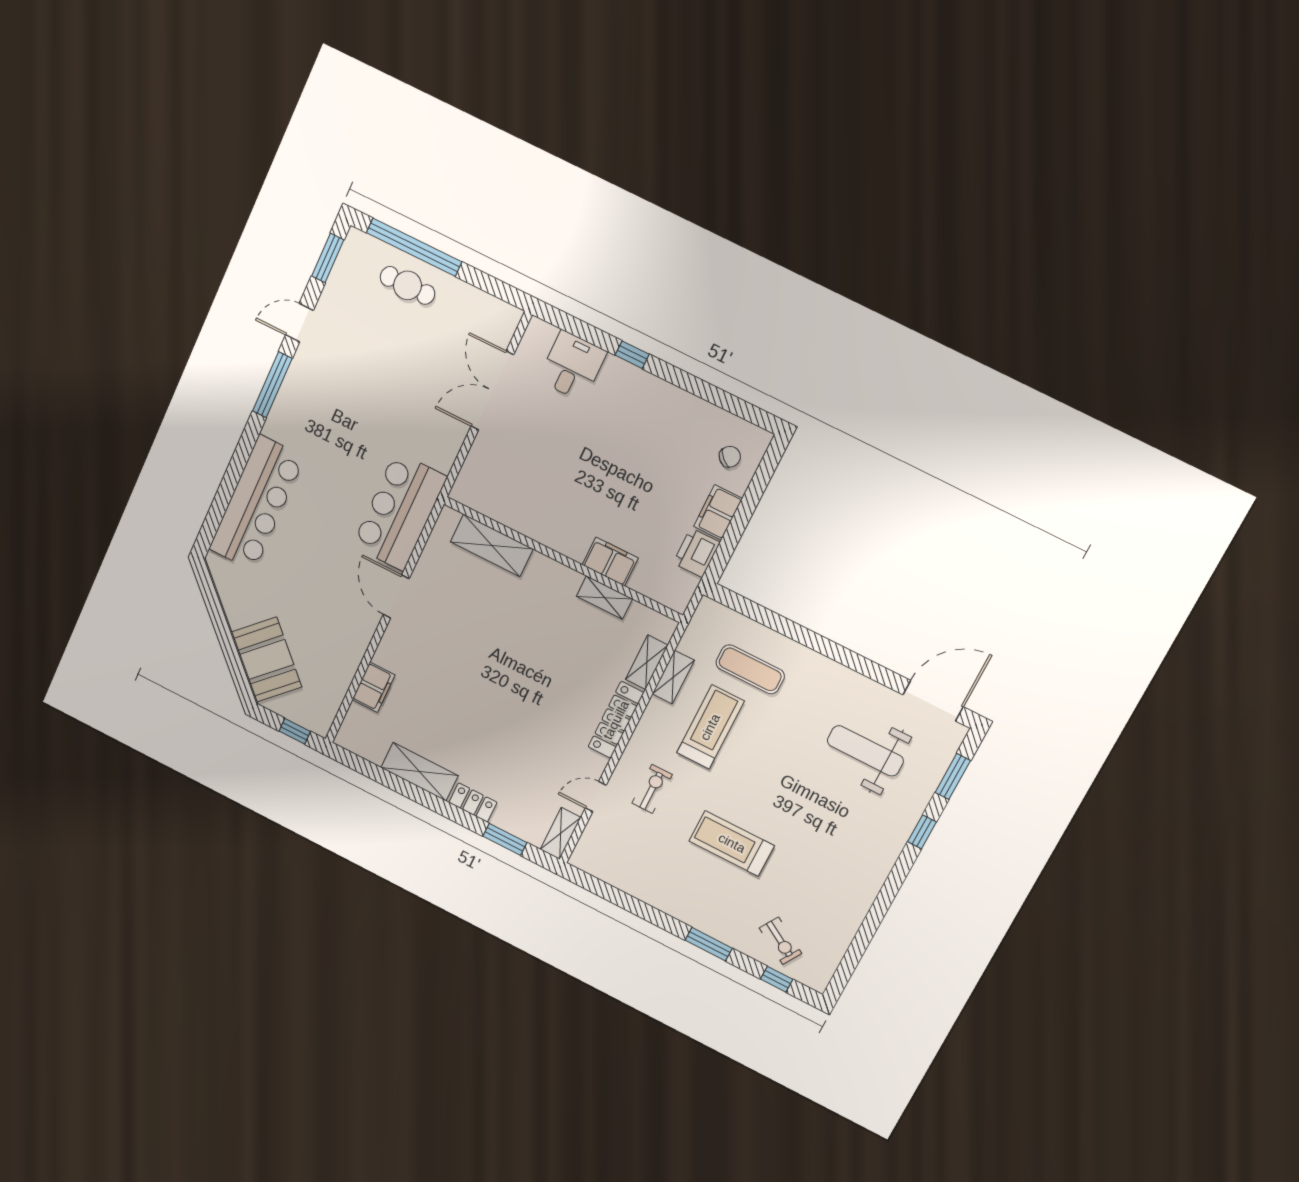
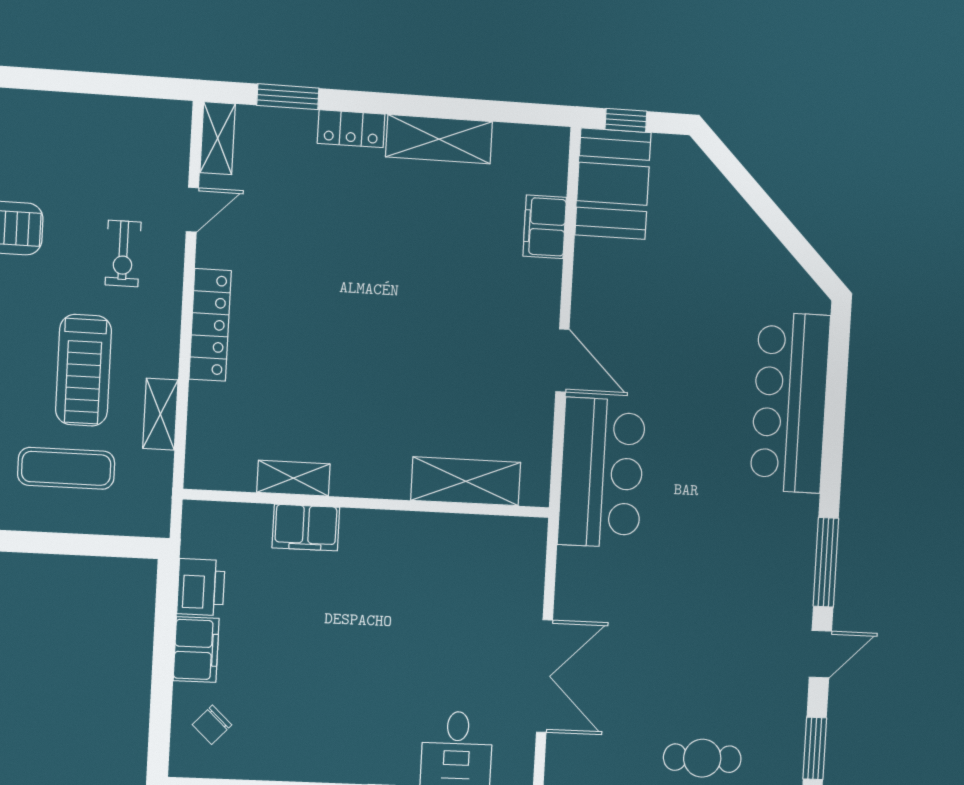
booth: (267, 660) -> (613, 184), moved, turned 45
shelving: (647, 662) -> (203, 418), removed

